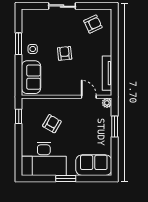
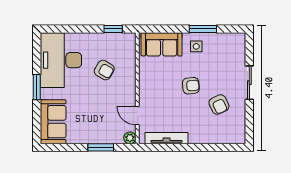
armchair: (93, 24) -> (219, 105), moved
door: (89, 97) -> (137, 116), swing flipped

